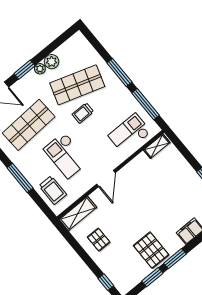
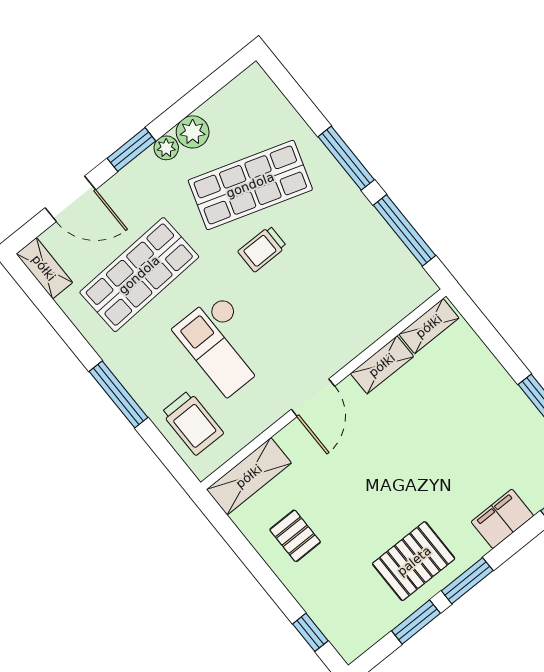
checkout: (130, 134) -> (368, 297), removed
shelving: (136, 164) -> (382, 365), added
pallet: (151, 250) -> (414, 561), turned 90

